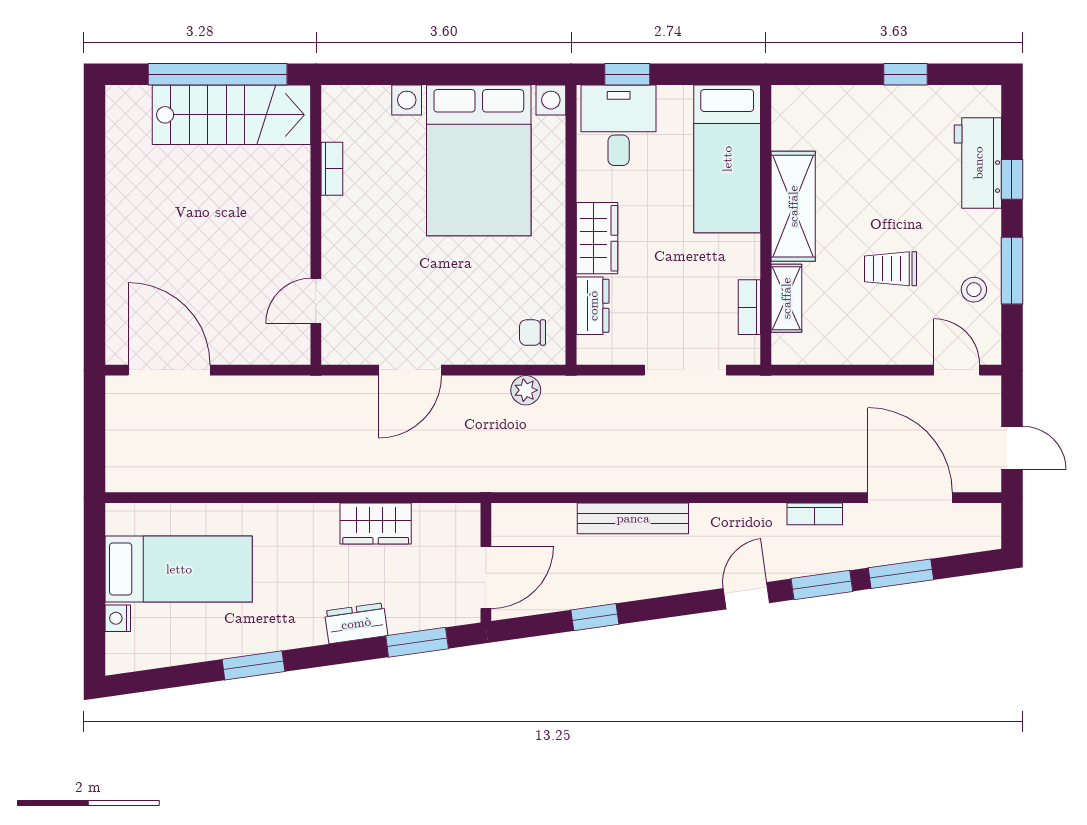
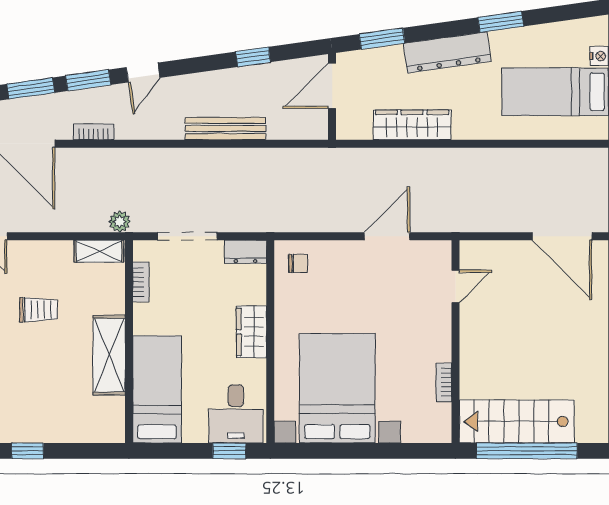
shelving: (786, 298) -> (99, 251), moved, turned 90
dresser: (593, 306) -> (245, 252), moved, turned -90
plant: (526, 390) -> (120, 222), moved
wardrobe: (376, 523) -> (412, 125), width x1.50
dresser: (356, 623) -> (447, 52), width x1.96, depth x1.24

